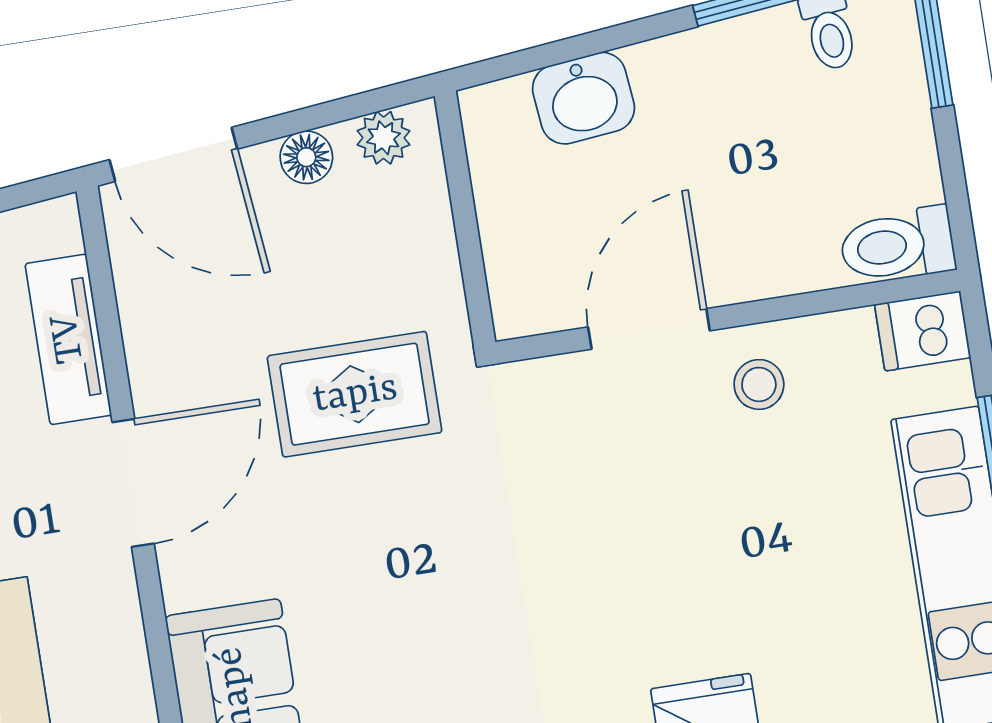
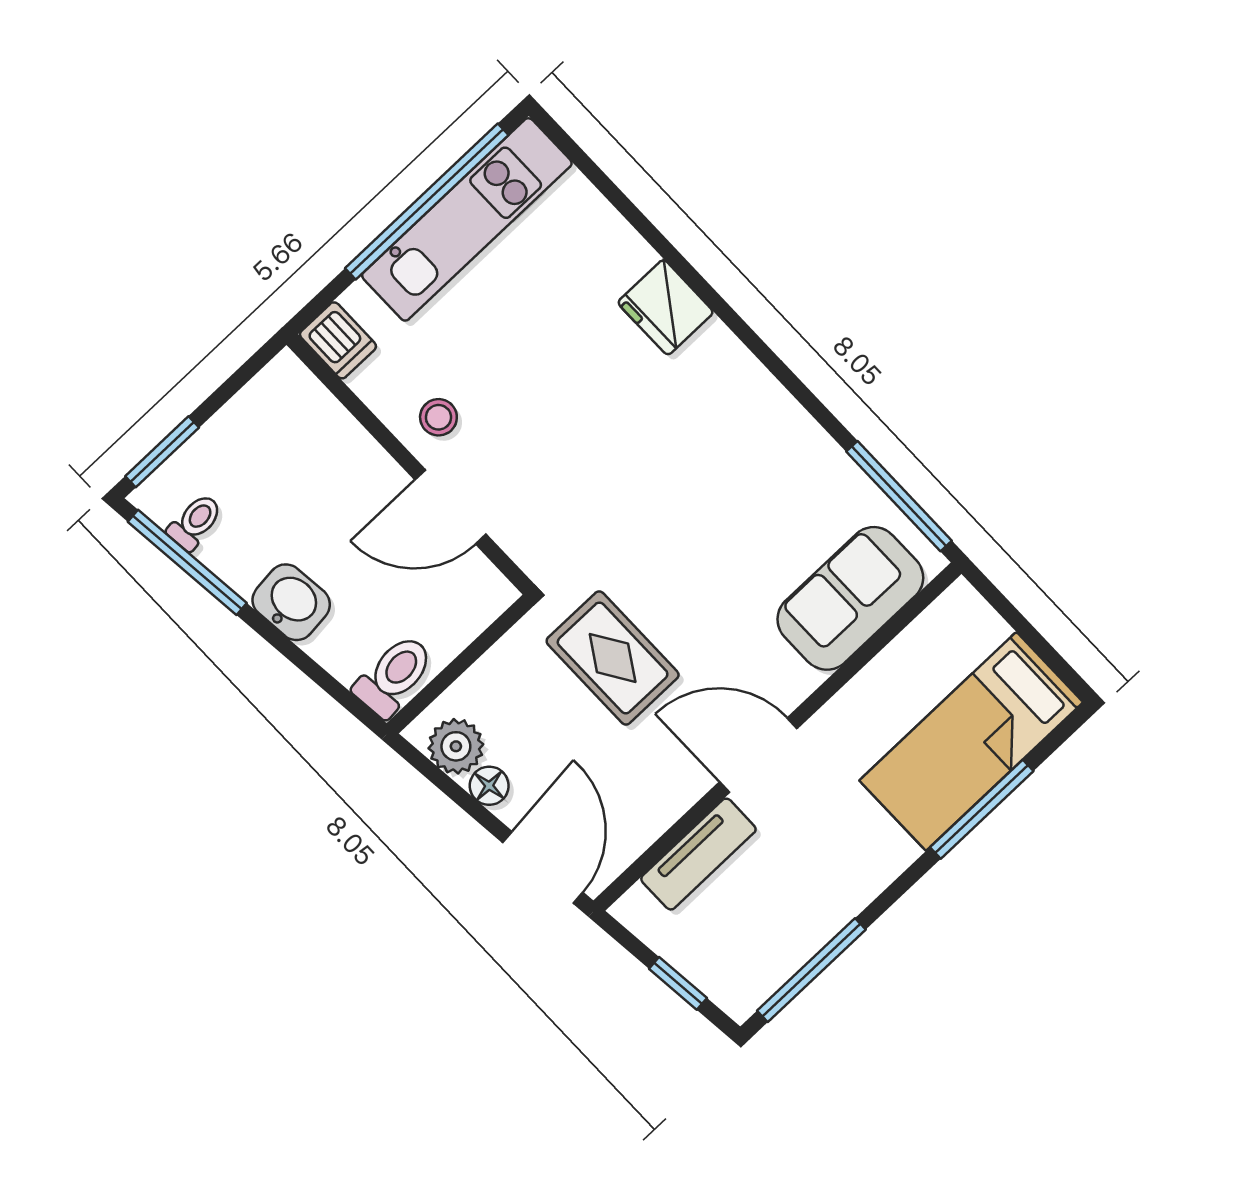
washbasin: (583, 98) -> (291, 602), moved
plant: (384, 138) -> (456, 746), width x1.38, depth x1.38
toilet: (897, 245) -> (394, 676), moved, turned -96

